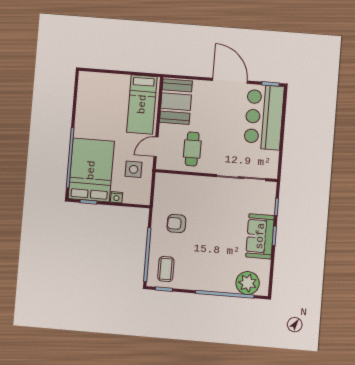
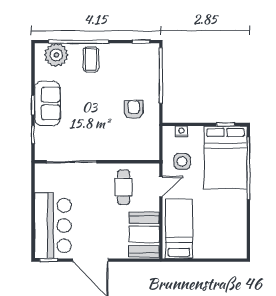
nightstand: (117, 197) -> (181, 131), moved
armchair: (176, 224) -> (134, 110), turned -90
coffee table: (166, 269) -> (91, 59), moved

